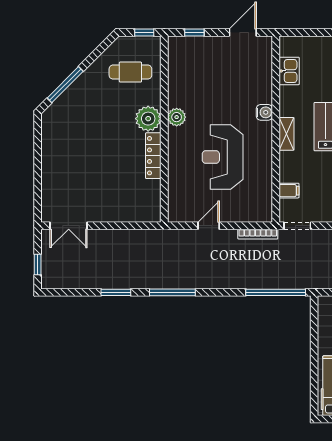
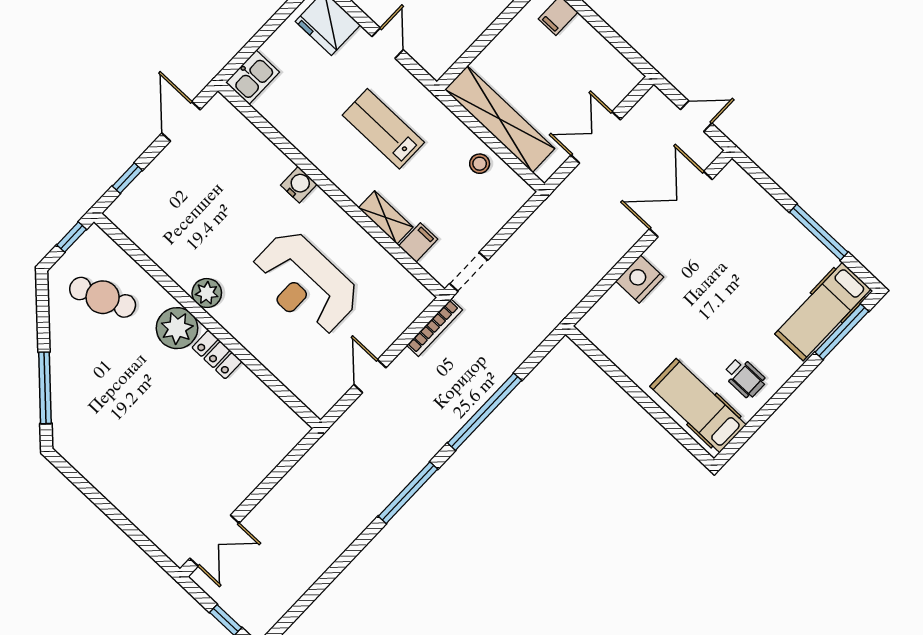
kitchen sink: (289, 71) -> (253, 77), moved, turned 90
cafe table: (130, 72) -> (103, 297), turned 68
shelving: (287, 134) -> (386, 218), moved
locker: (153, 156) -> (217, 354), width x0.66
window: (116, 292) -> (345, 559), removed
window: (276, 292) -> (485, 412), moved

